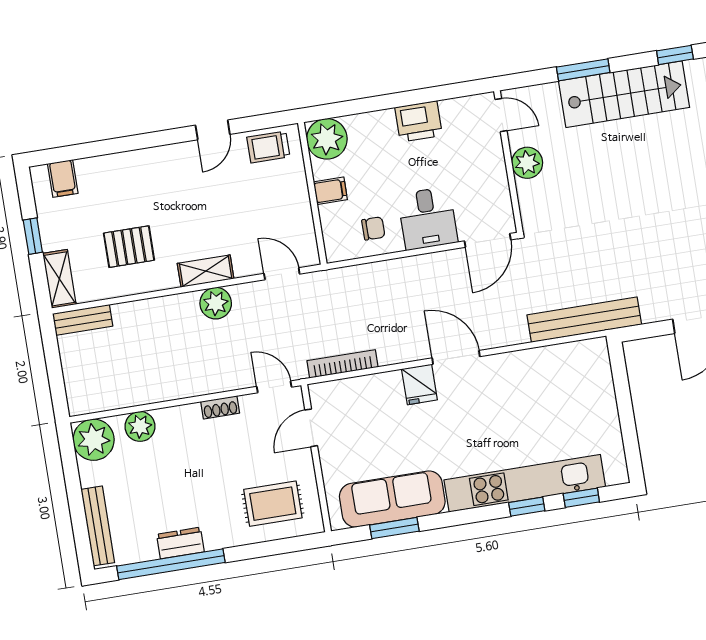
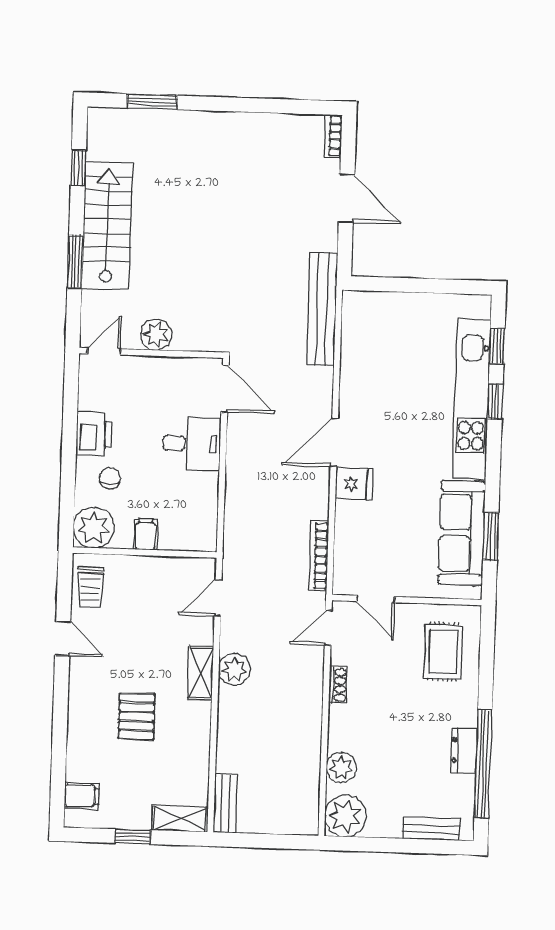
chair: (373, 228) -> (110, 478), moved
pallet: (129, 247) -> (137, 717), moved
bench: (98, 526) -> (431, 829), width x0.73

